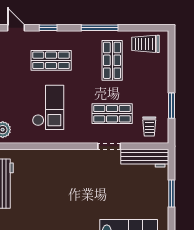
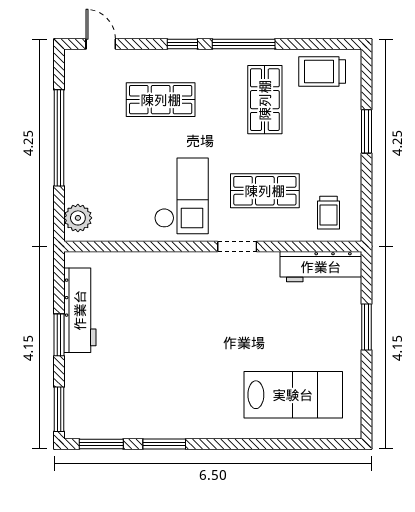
window: (48, 28) -> (182, 44), moved
window: (171, 106) -> (366, 131), moved
checkout: (48, 107) -> (181, 196), moved
doorway: (109, 146) -> (237, 246), moved

